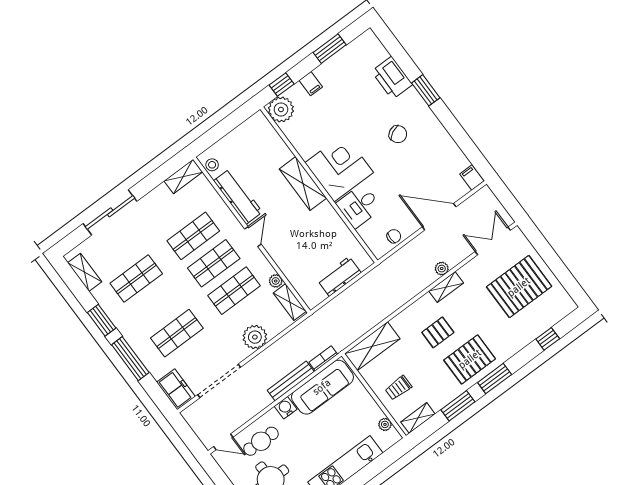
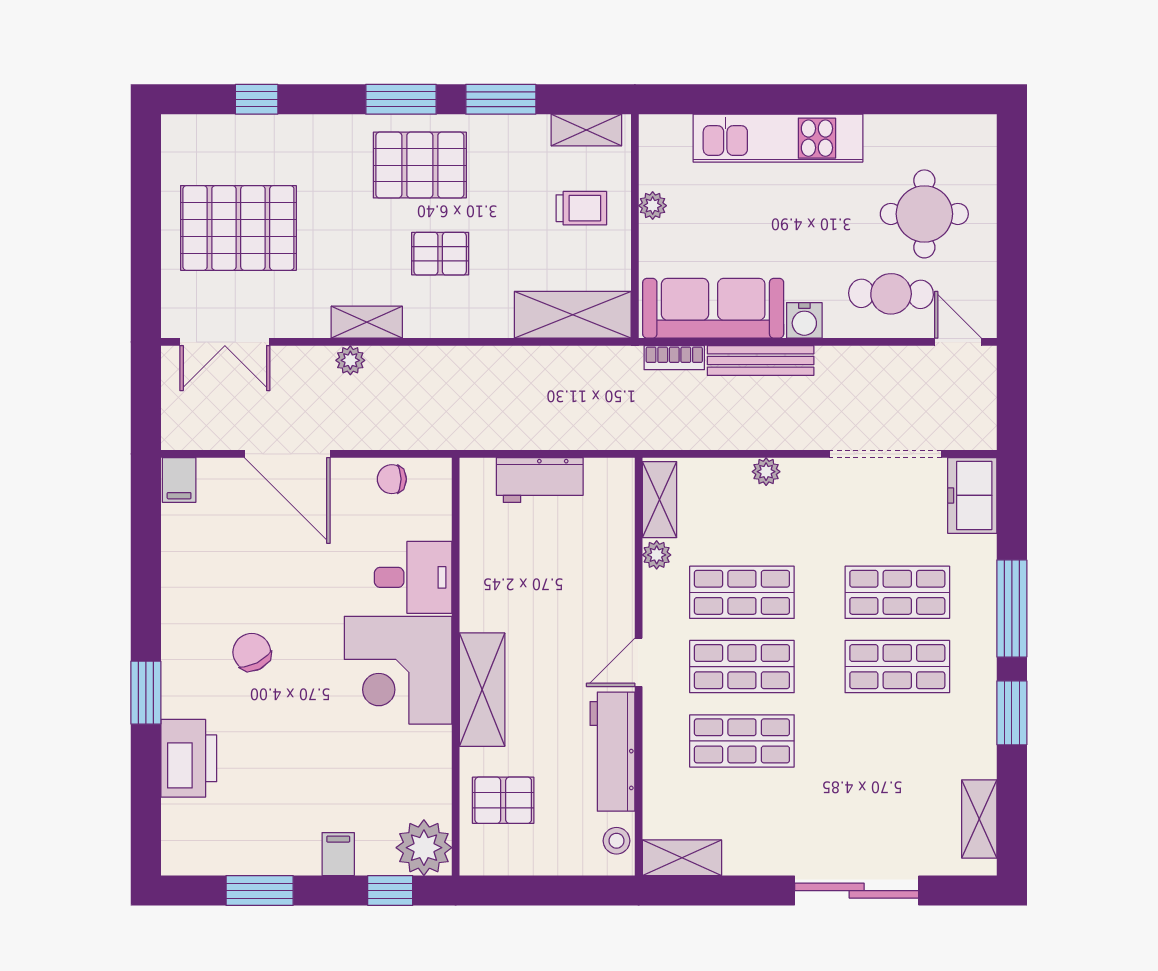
pallet: (265, 149) -> (503, 800), added
shop shelf: (136, 279) -> (897, 667), moved
plant: (255, 337) -> (766, 472), width x0.53, depth x0.53
plant: (385, 424) -> (653, 206), moved

